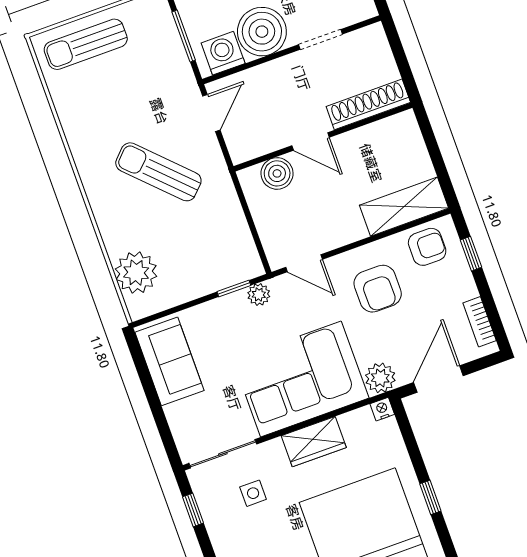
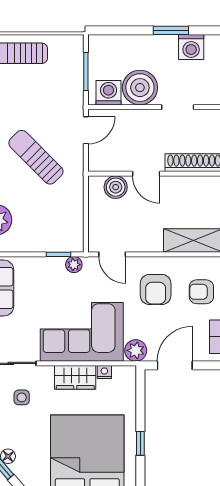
armchair: (427, 247) -> (201, 292), moved, turned 180
nightstand: (382, 409) -> (104, 372), moved

